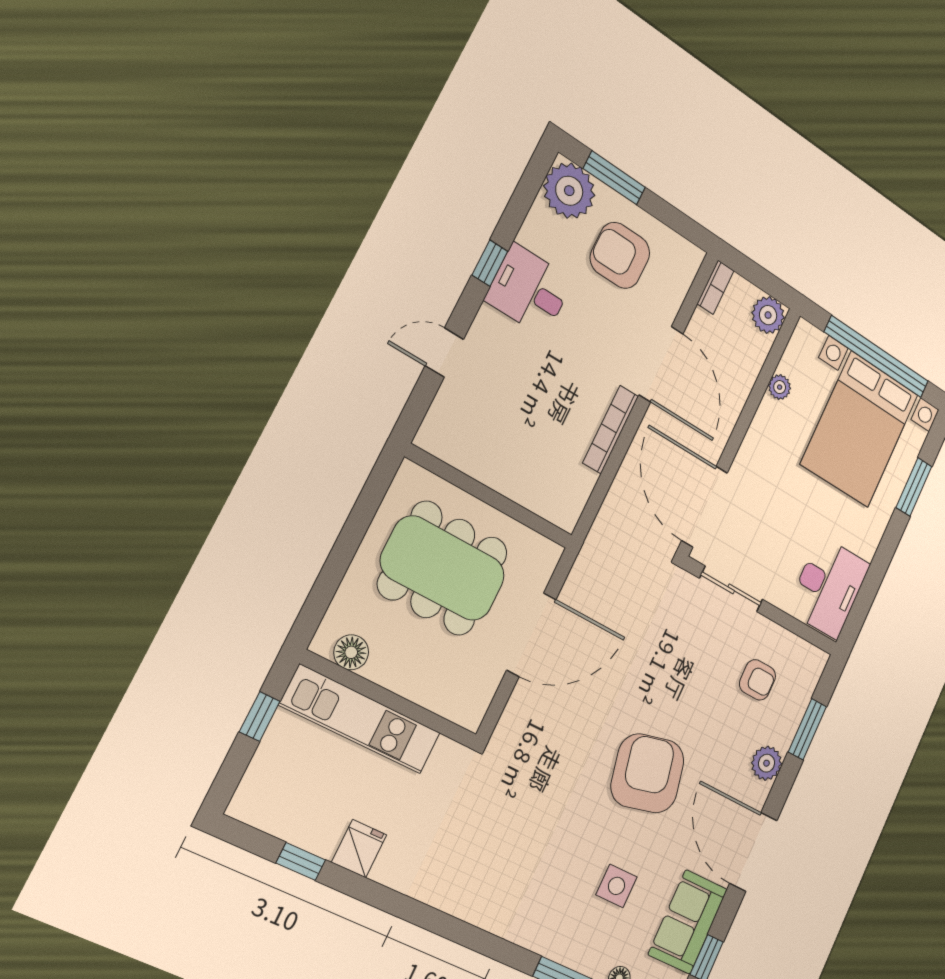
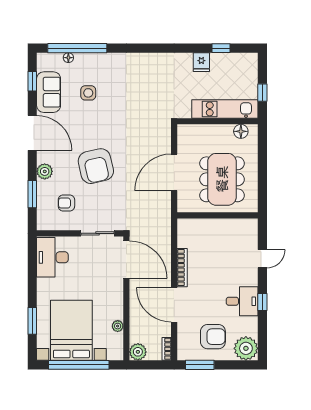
window: (614, 178) -> (200, 365), moved
dining table: (443, 568) -> (222, 179), turned 90
armchair: (648, 773) -> (96, 166), moved

